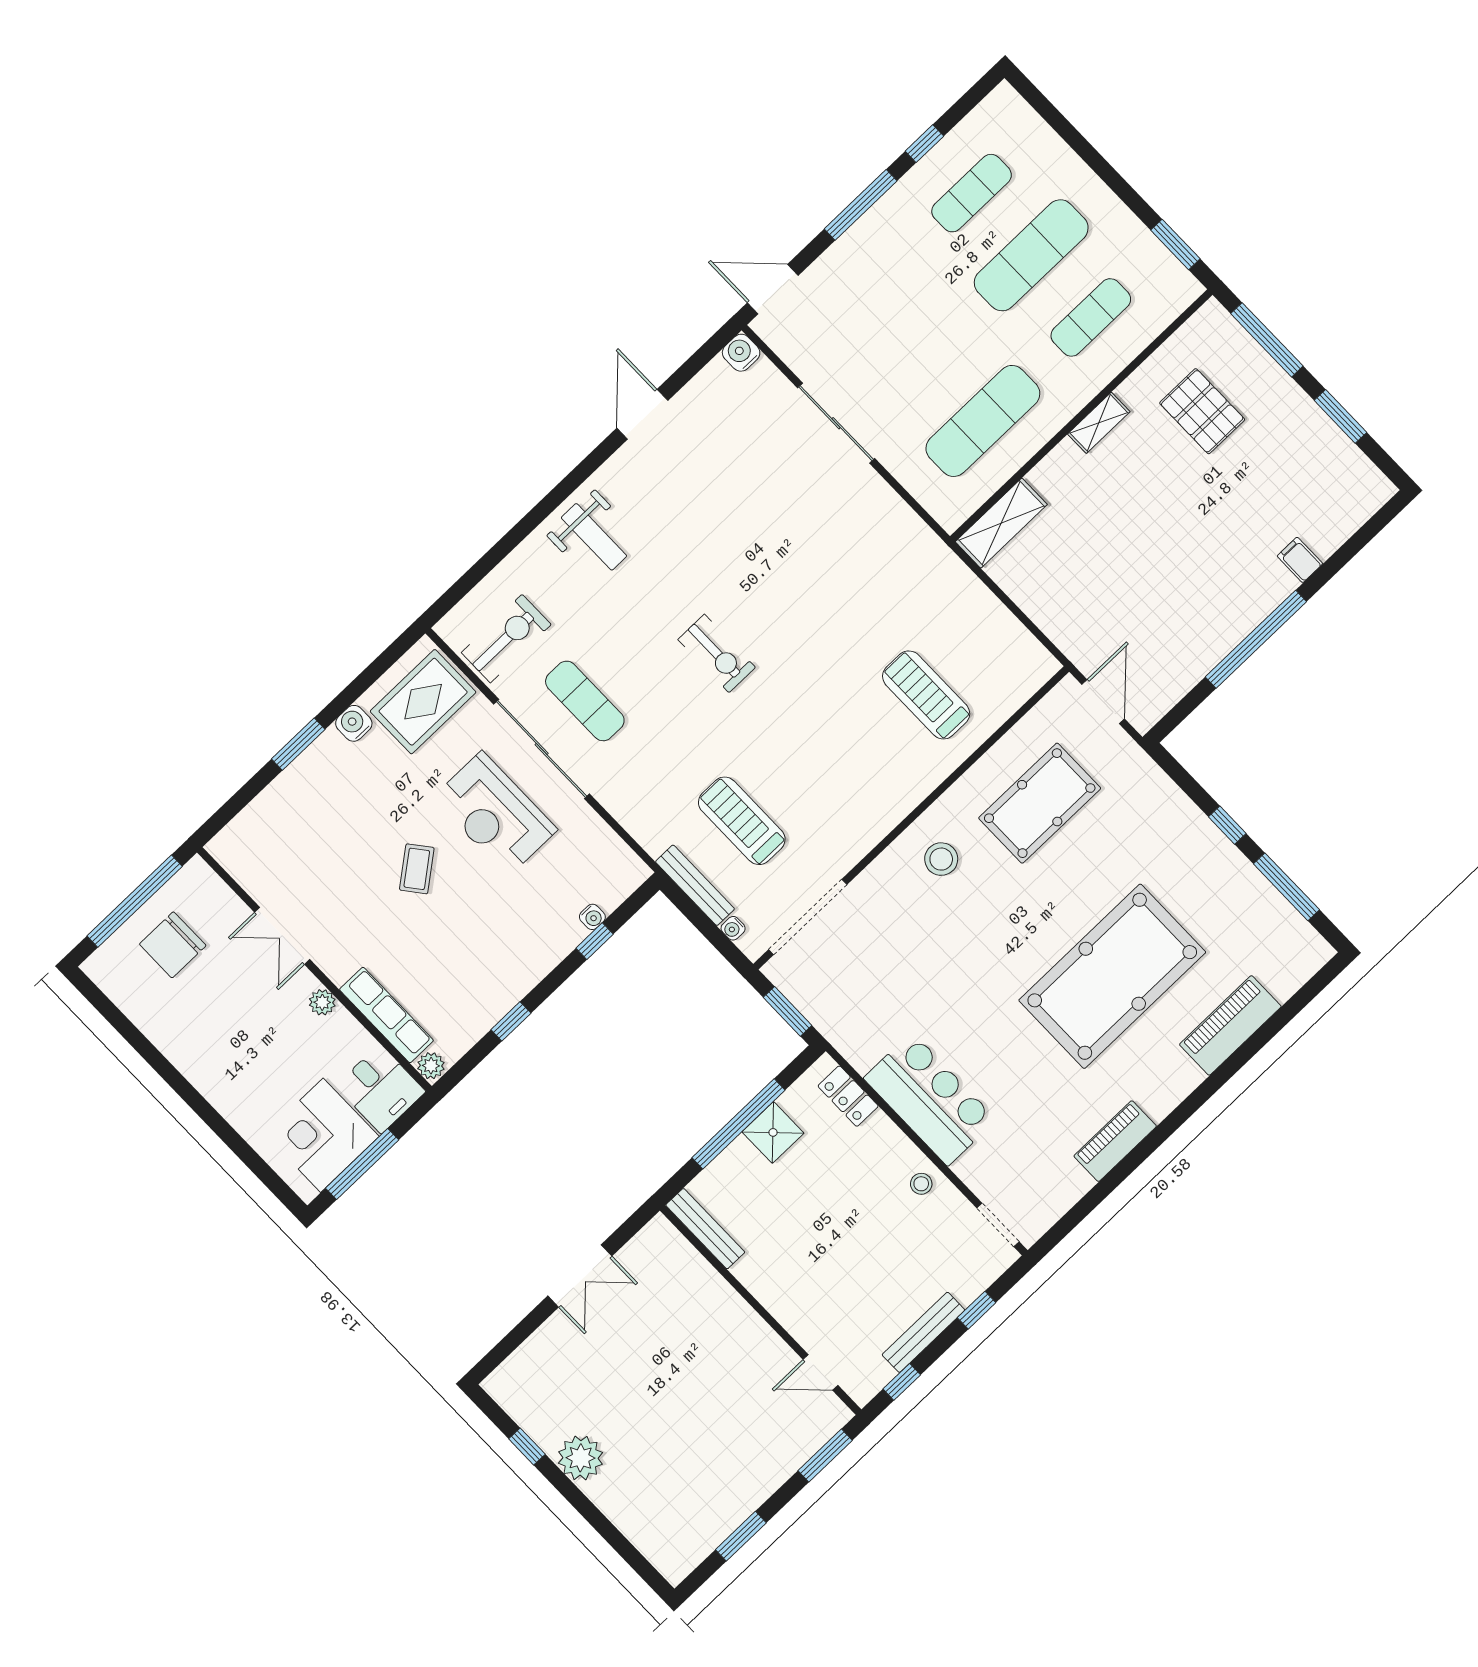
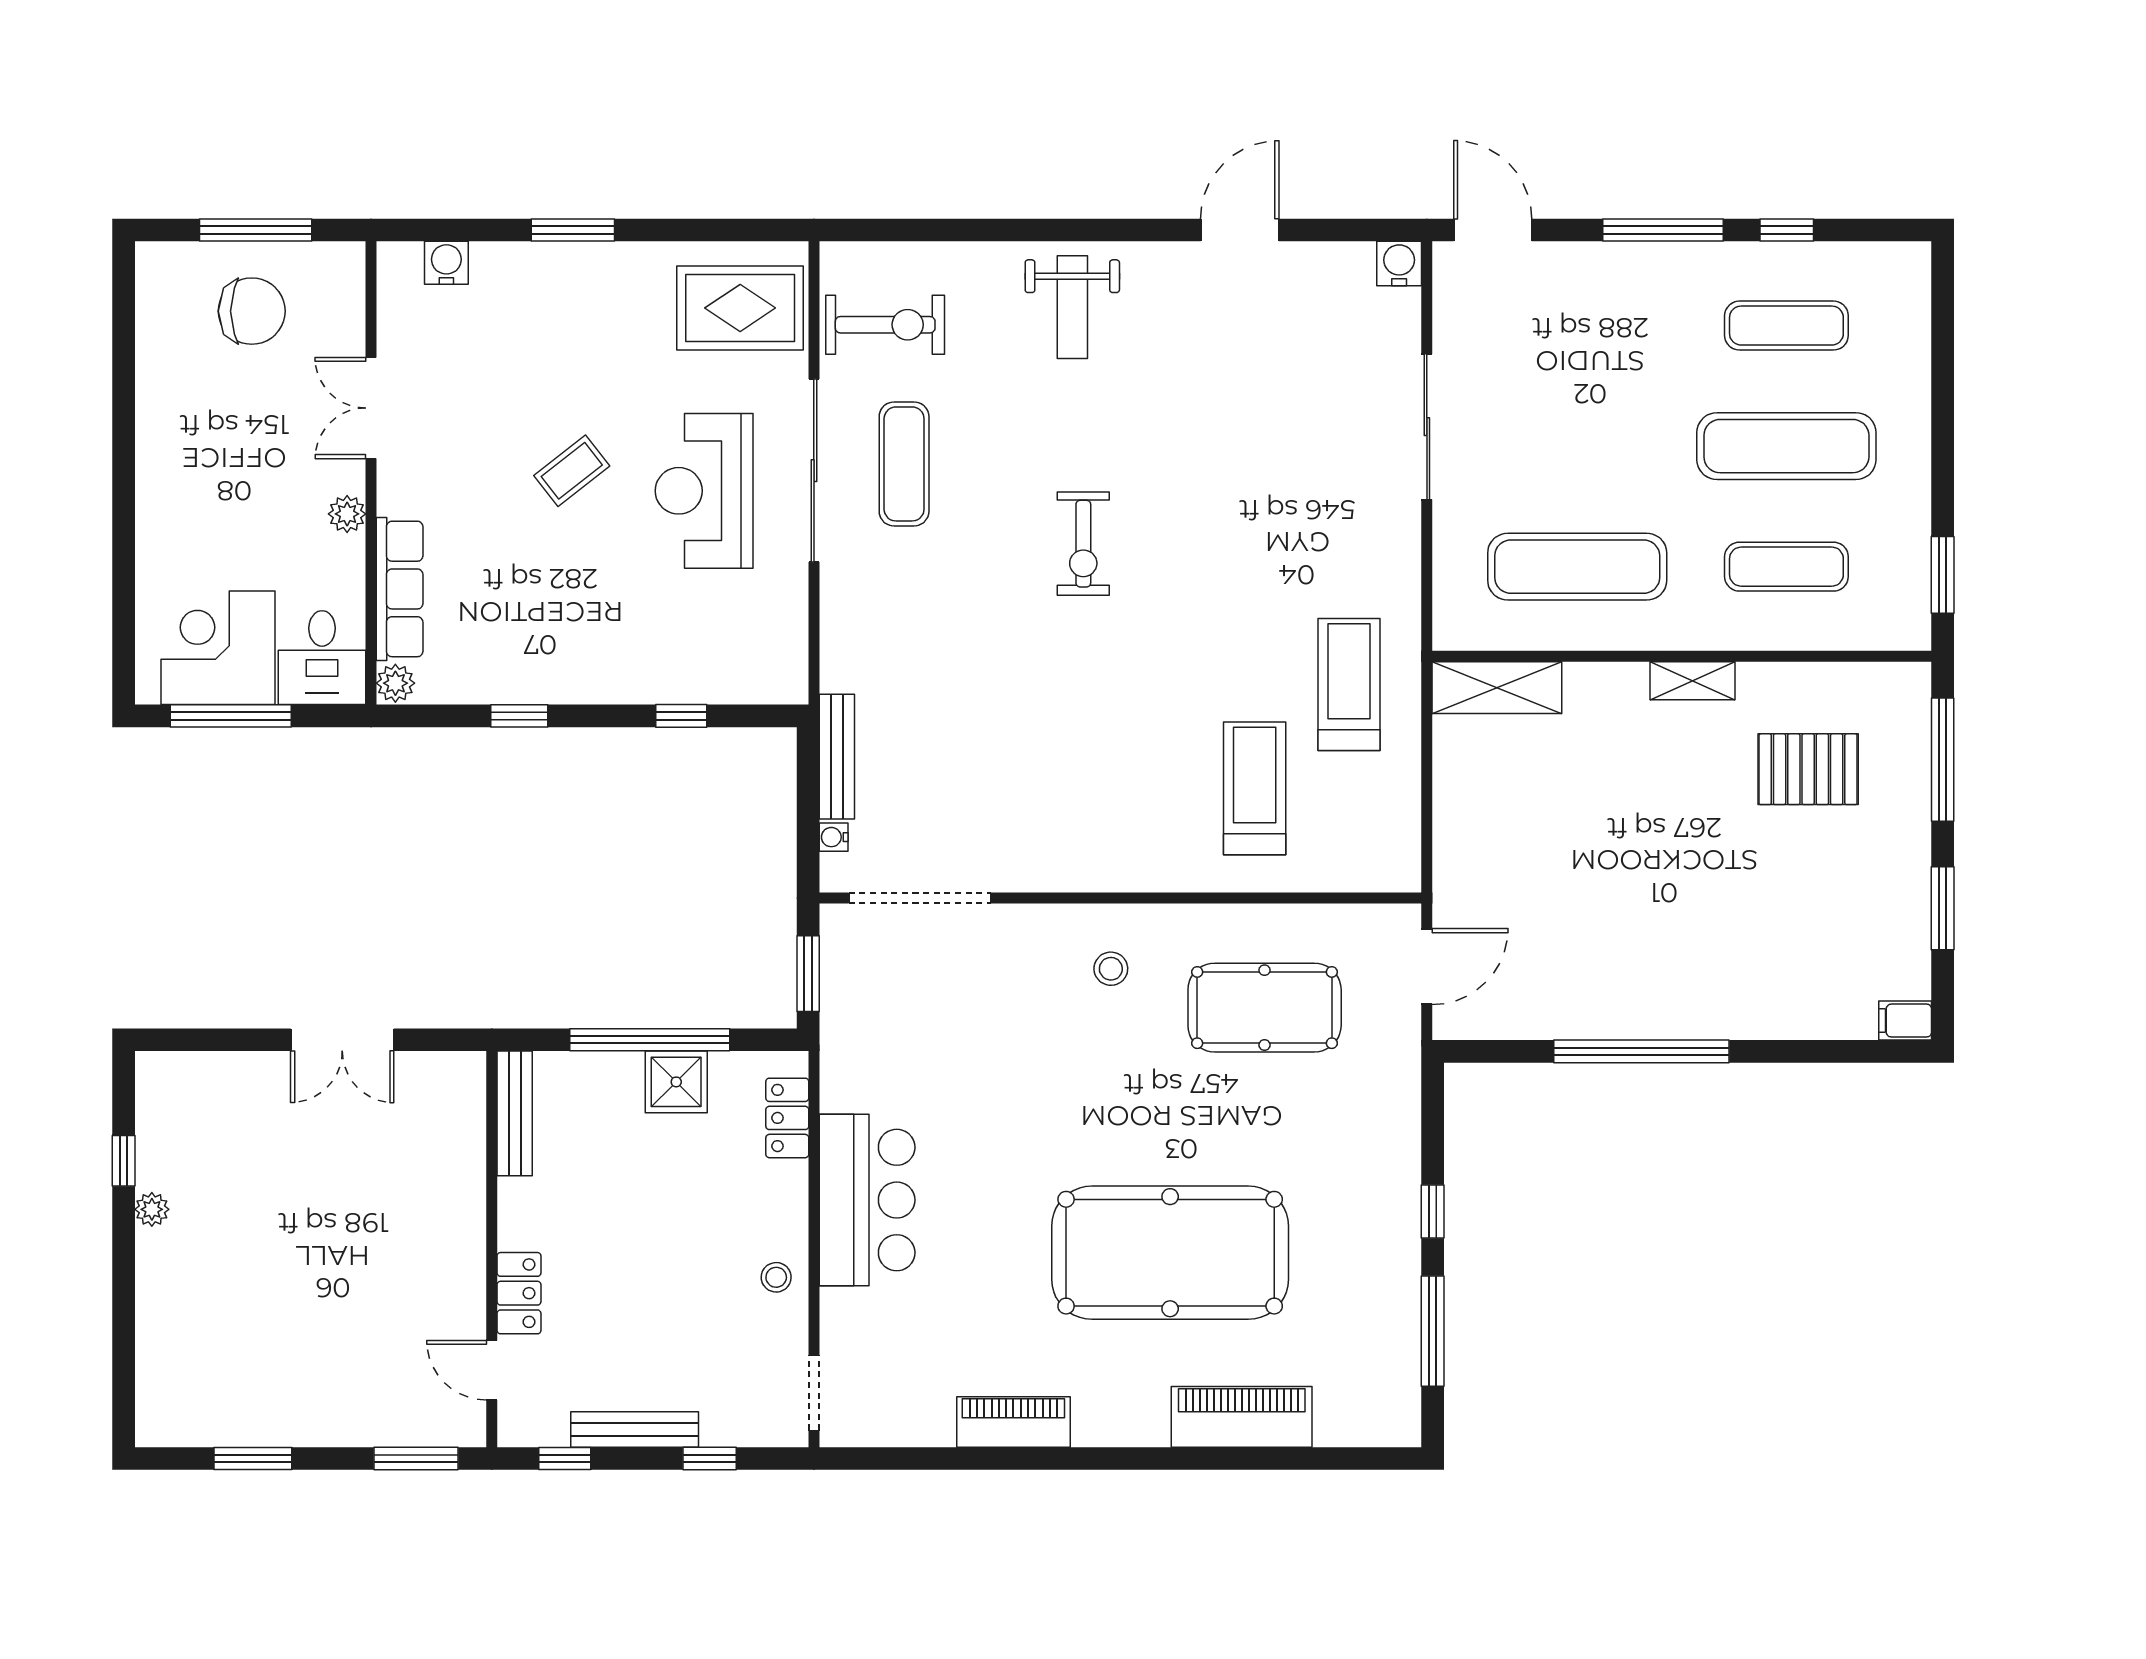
pallet: (1202, 411) -> (1808, 769), turned 90
filing cabinet: (1300, 560) -> (1905, 1021), moved, turned -90
water cooler: (354, 723) -> (446, 263), moved
treadmill: (742, 821) -> (1349, 685), moved
stool: (941, 859) -> (1111, 969), width x0.73, depth x0.73
window: (135, 901) -> (256, 230), width x0.68
water cooler: (592, 917) -> (703, 689), removed
chair: (173, 945) -> (252, 311), turned 180
locker: (796, 1319) -> (519, 1293), added
plant: (581, 1458) -> (152, 1209), width x0.53, depth x0.53

